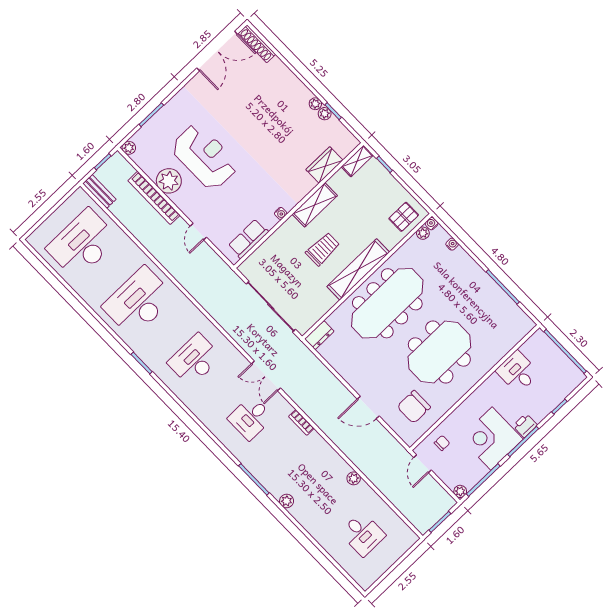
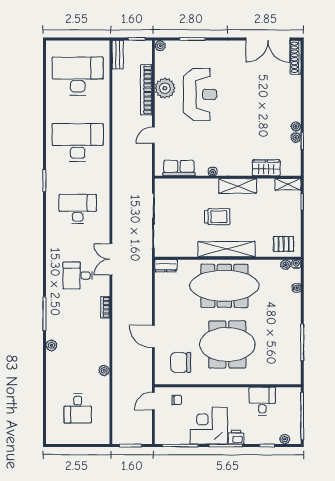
plant: (460, 491) -> (285, 439), moved

